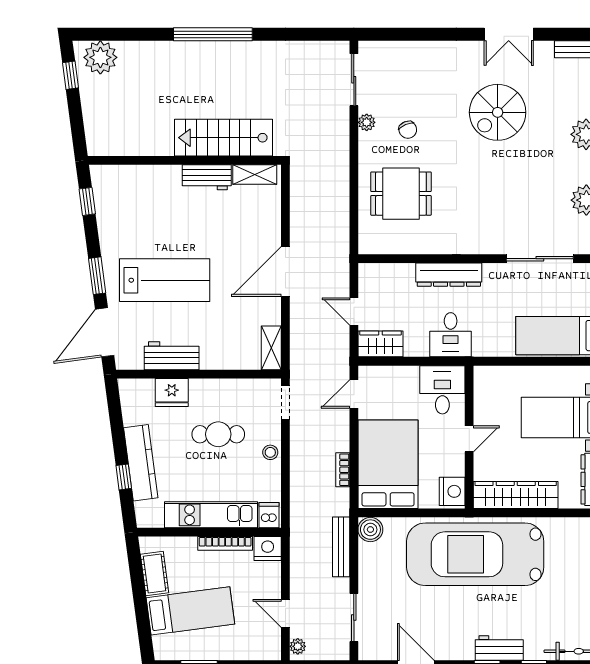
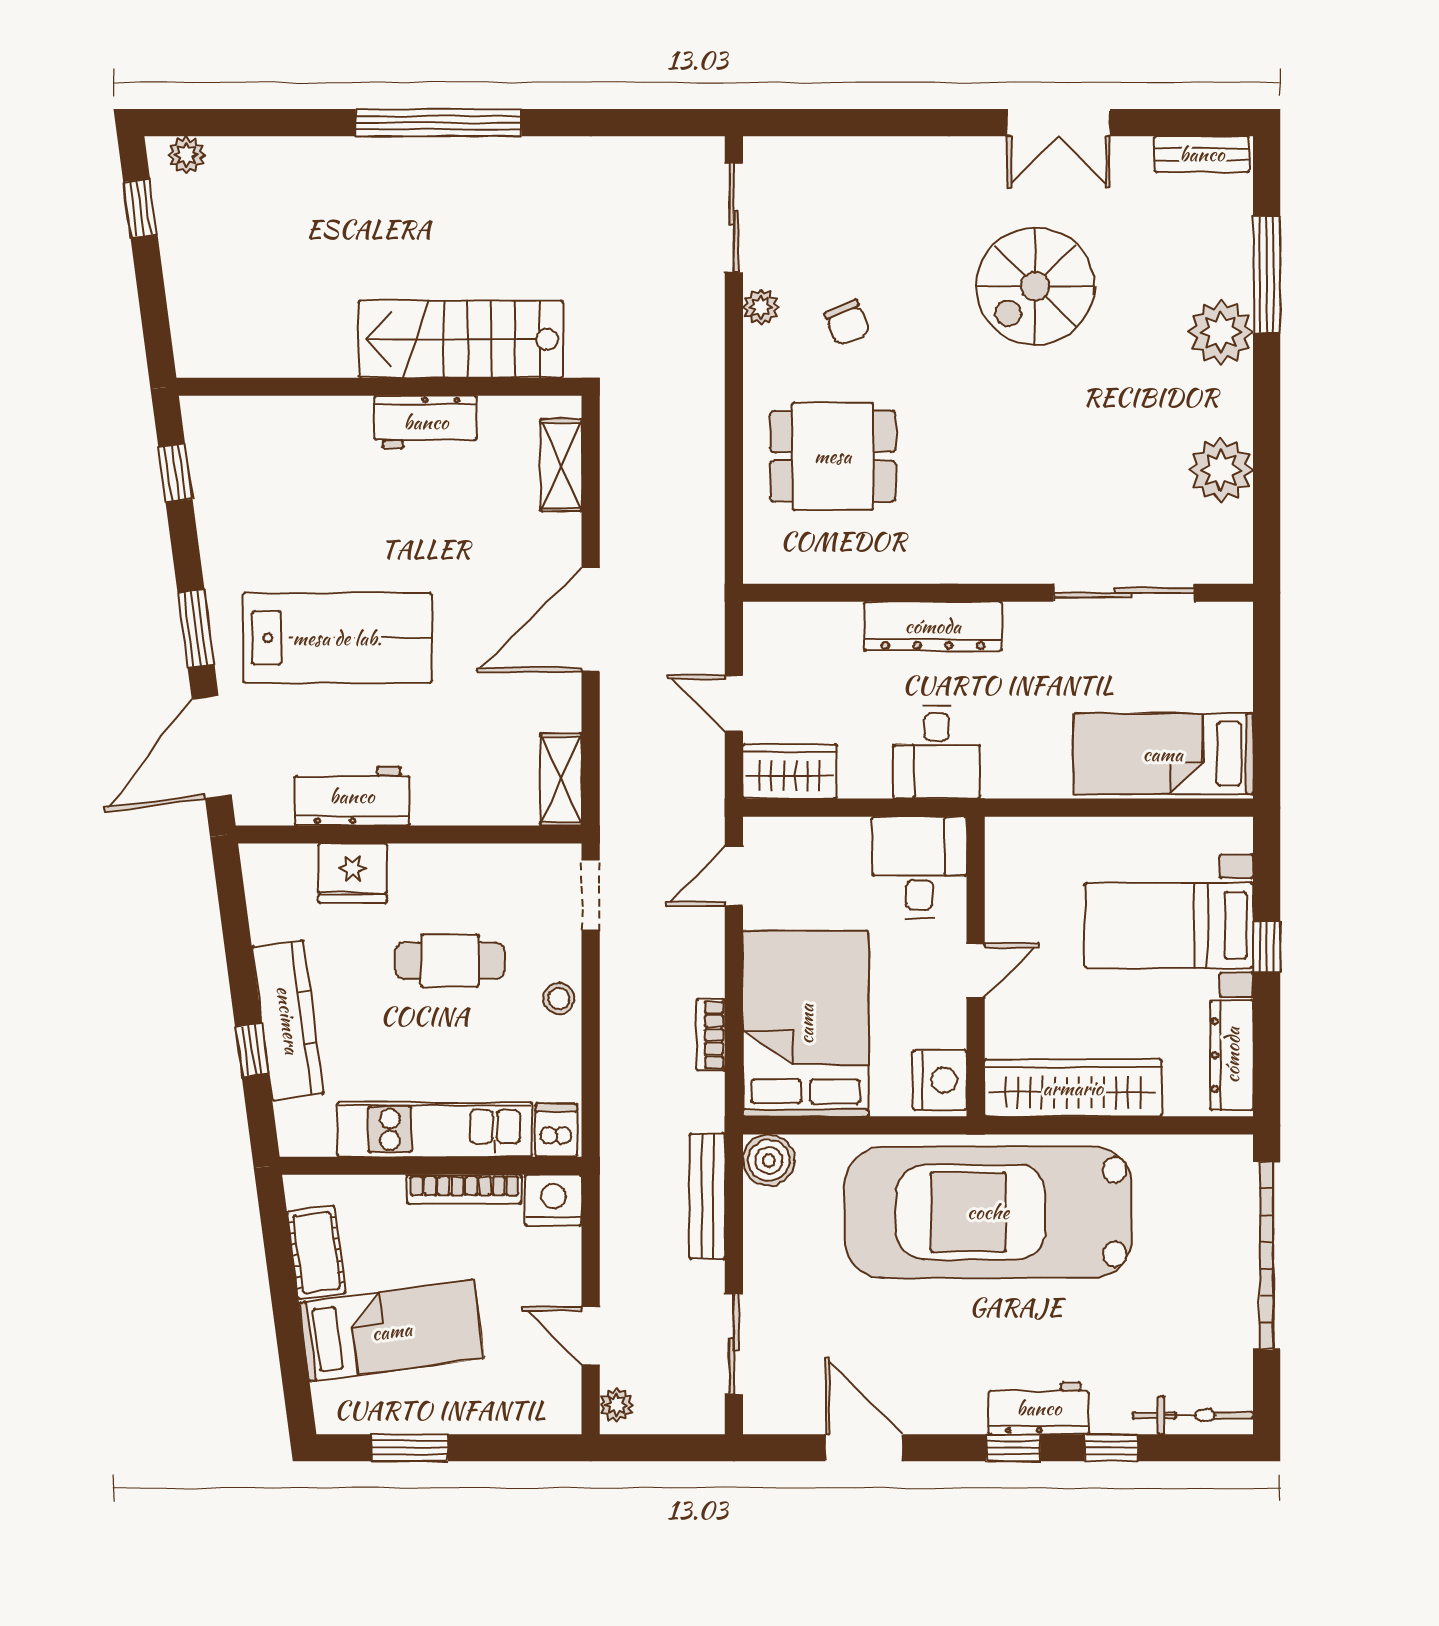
plant: (100, 57) -> (187, 155), width x0.53, depth x0.53
shelving: (255, 175) -> (561, 465), moved, turned 90

